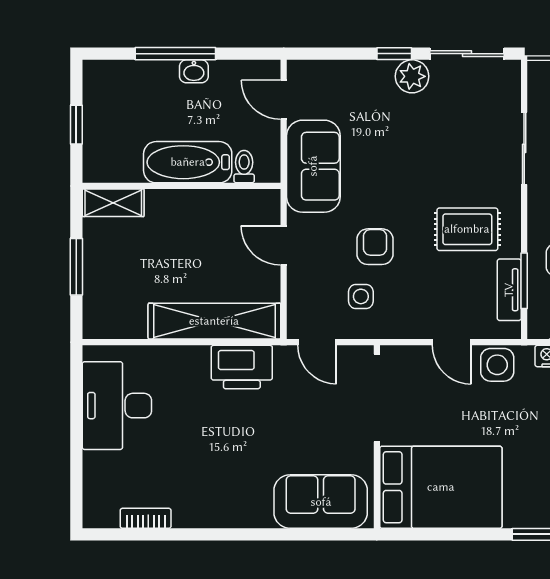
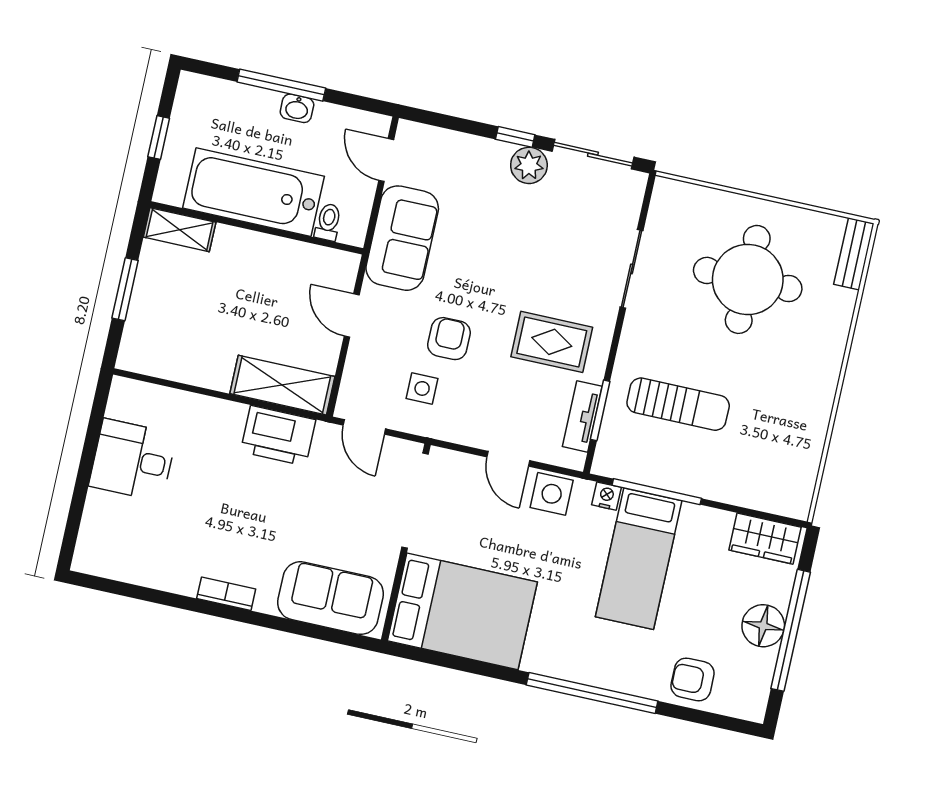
bathtub: (188, 162) -> (253, 192), width x1.36, depth x1.36
shelving: (214, 321) -> (282, 385), width x0.68
desk: (117, 406) -> (133, 460), width x0.73
bookcase: (146, 518) -> (226, 594), moved

